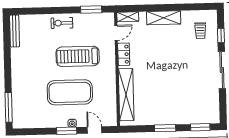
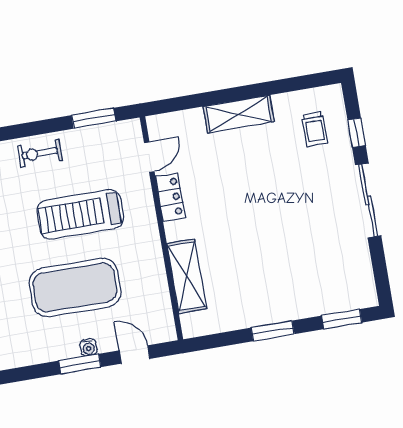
shelving: (128, 17) -> (168, 122), removed
shelving: (126, 95) -> (187, 276), width x0.68

